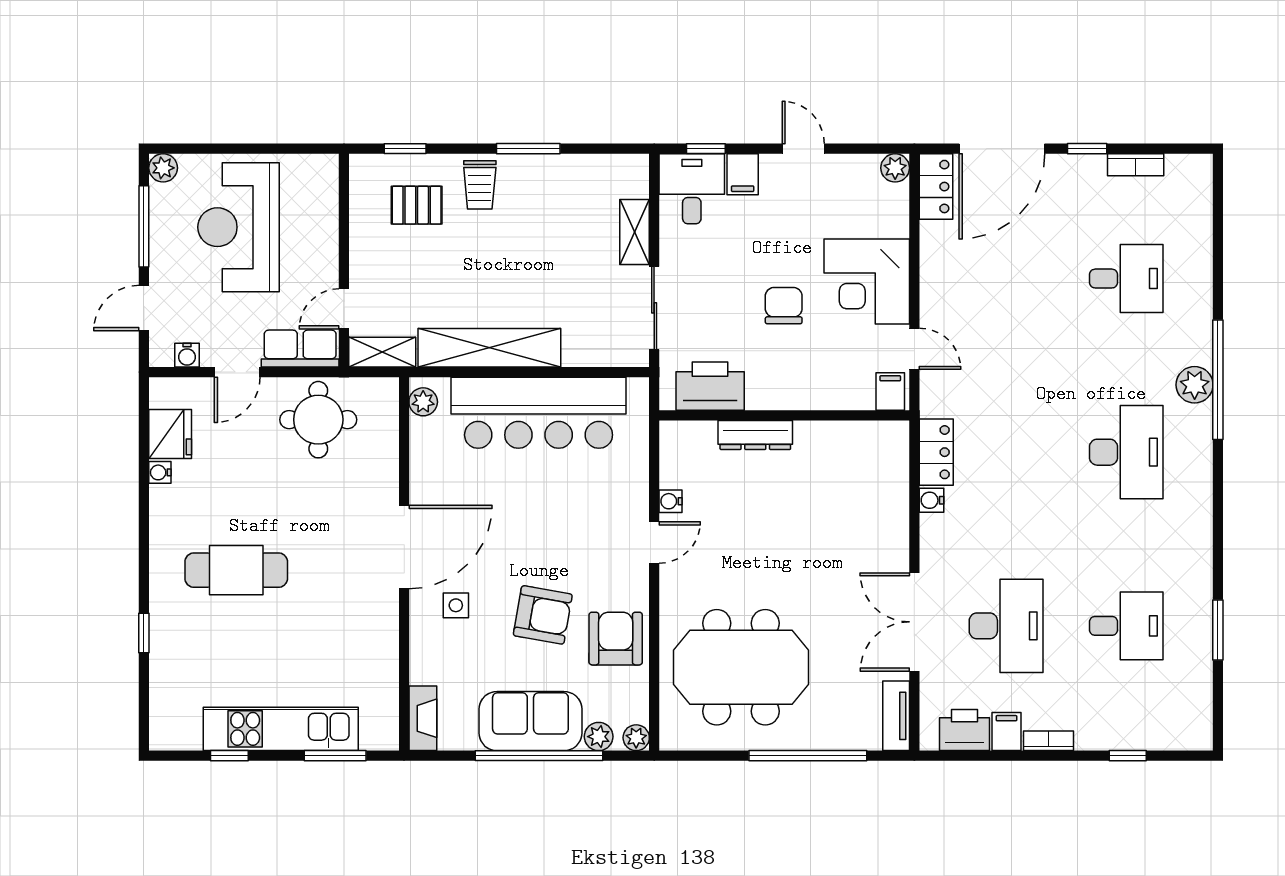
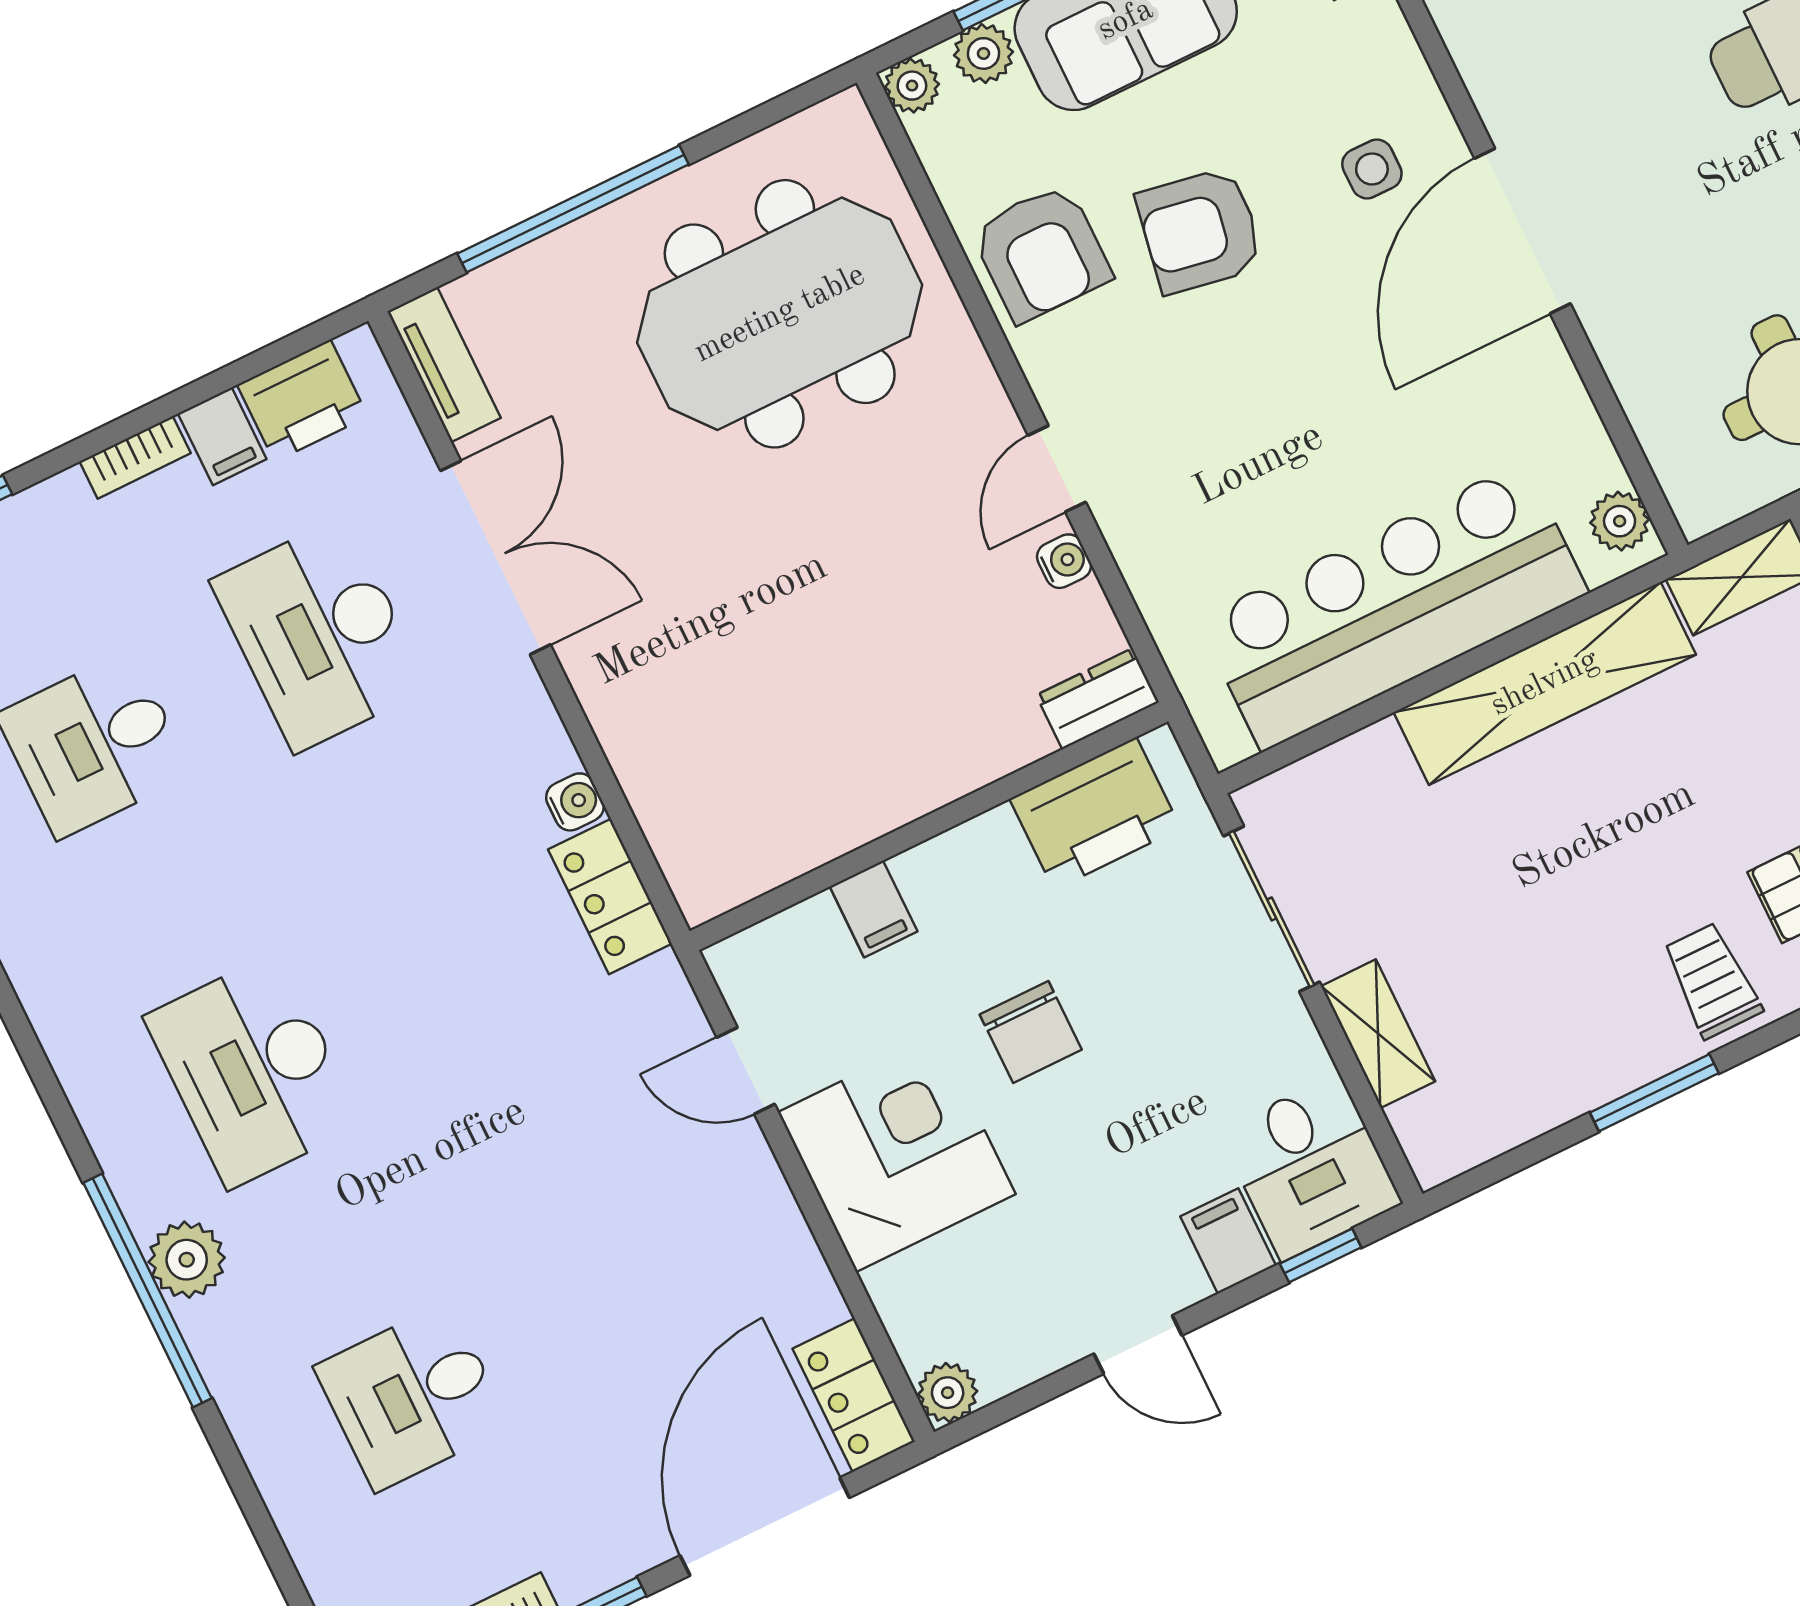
filing cabinet: (890, 392) -> (874, 909), moved
dresser: (755, 435) -> (1098, 699), moved, width x0.70

